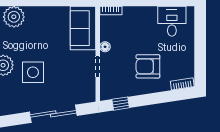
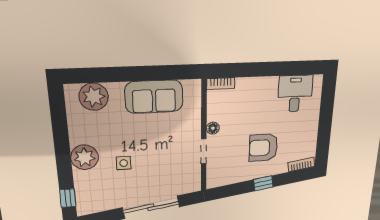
sofa: (83, 28) -> (154, 97), moved, turned -90
side table: (33, 72) -> (124, 163), width x0.54, depth x0.54
window: (121, 104) -> (263, 183), moved

